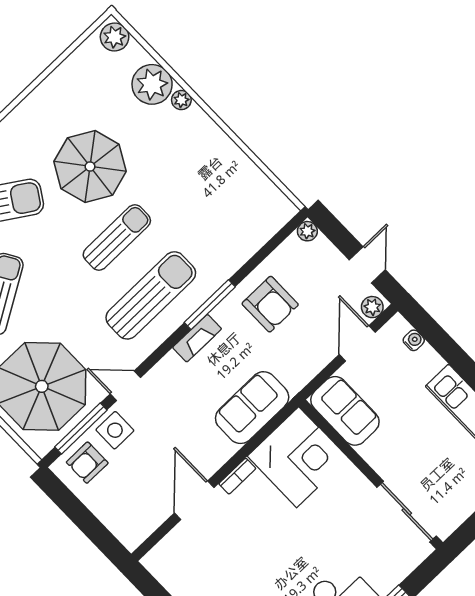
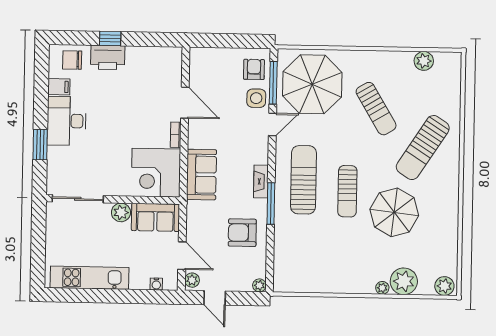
sun lounger: (151, 295) -> (304, 180), turned 180
plant: (376, 452) -> (121, 212), added

